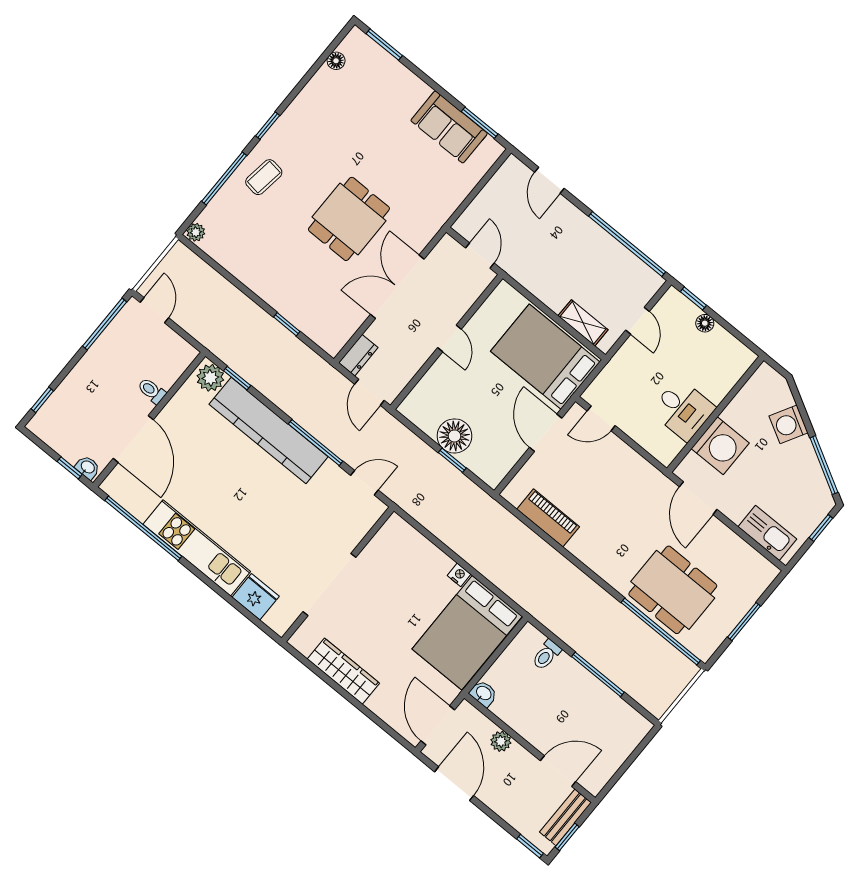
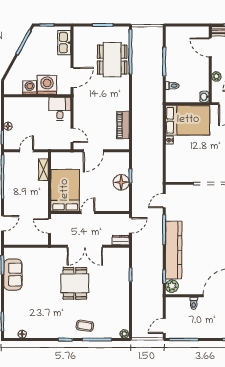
dining table: (349, 219) -> (75, 283), turned 90
door: (480, 256) -> (50, 226), hinge flipped
bed: (545, 357) -> (65, 190), moved, turned 180
desk: (683, 410) -> (60, 109), moved
washing machine: (788, 424) -> (30, 88), moved, turned -119
door: (364, 483) -> (164, 201), hinge flipped

